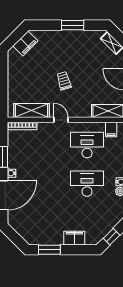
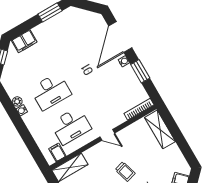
shelving: (32, 110) -> (160, 129), moved, turned 90
filing cabinet: (74, 238) -> (24, 41), moved

